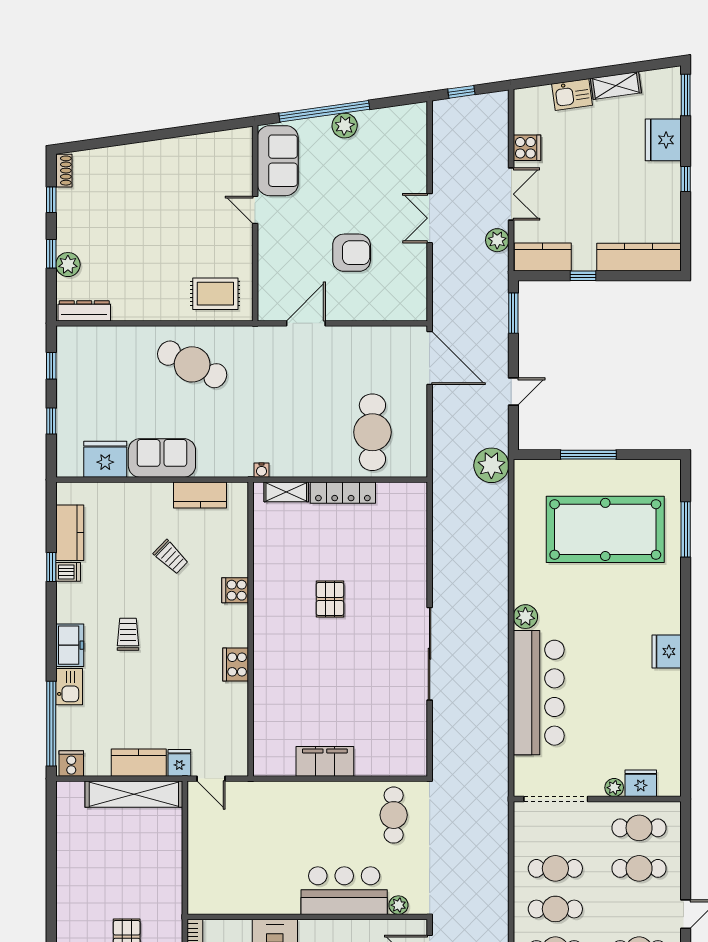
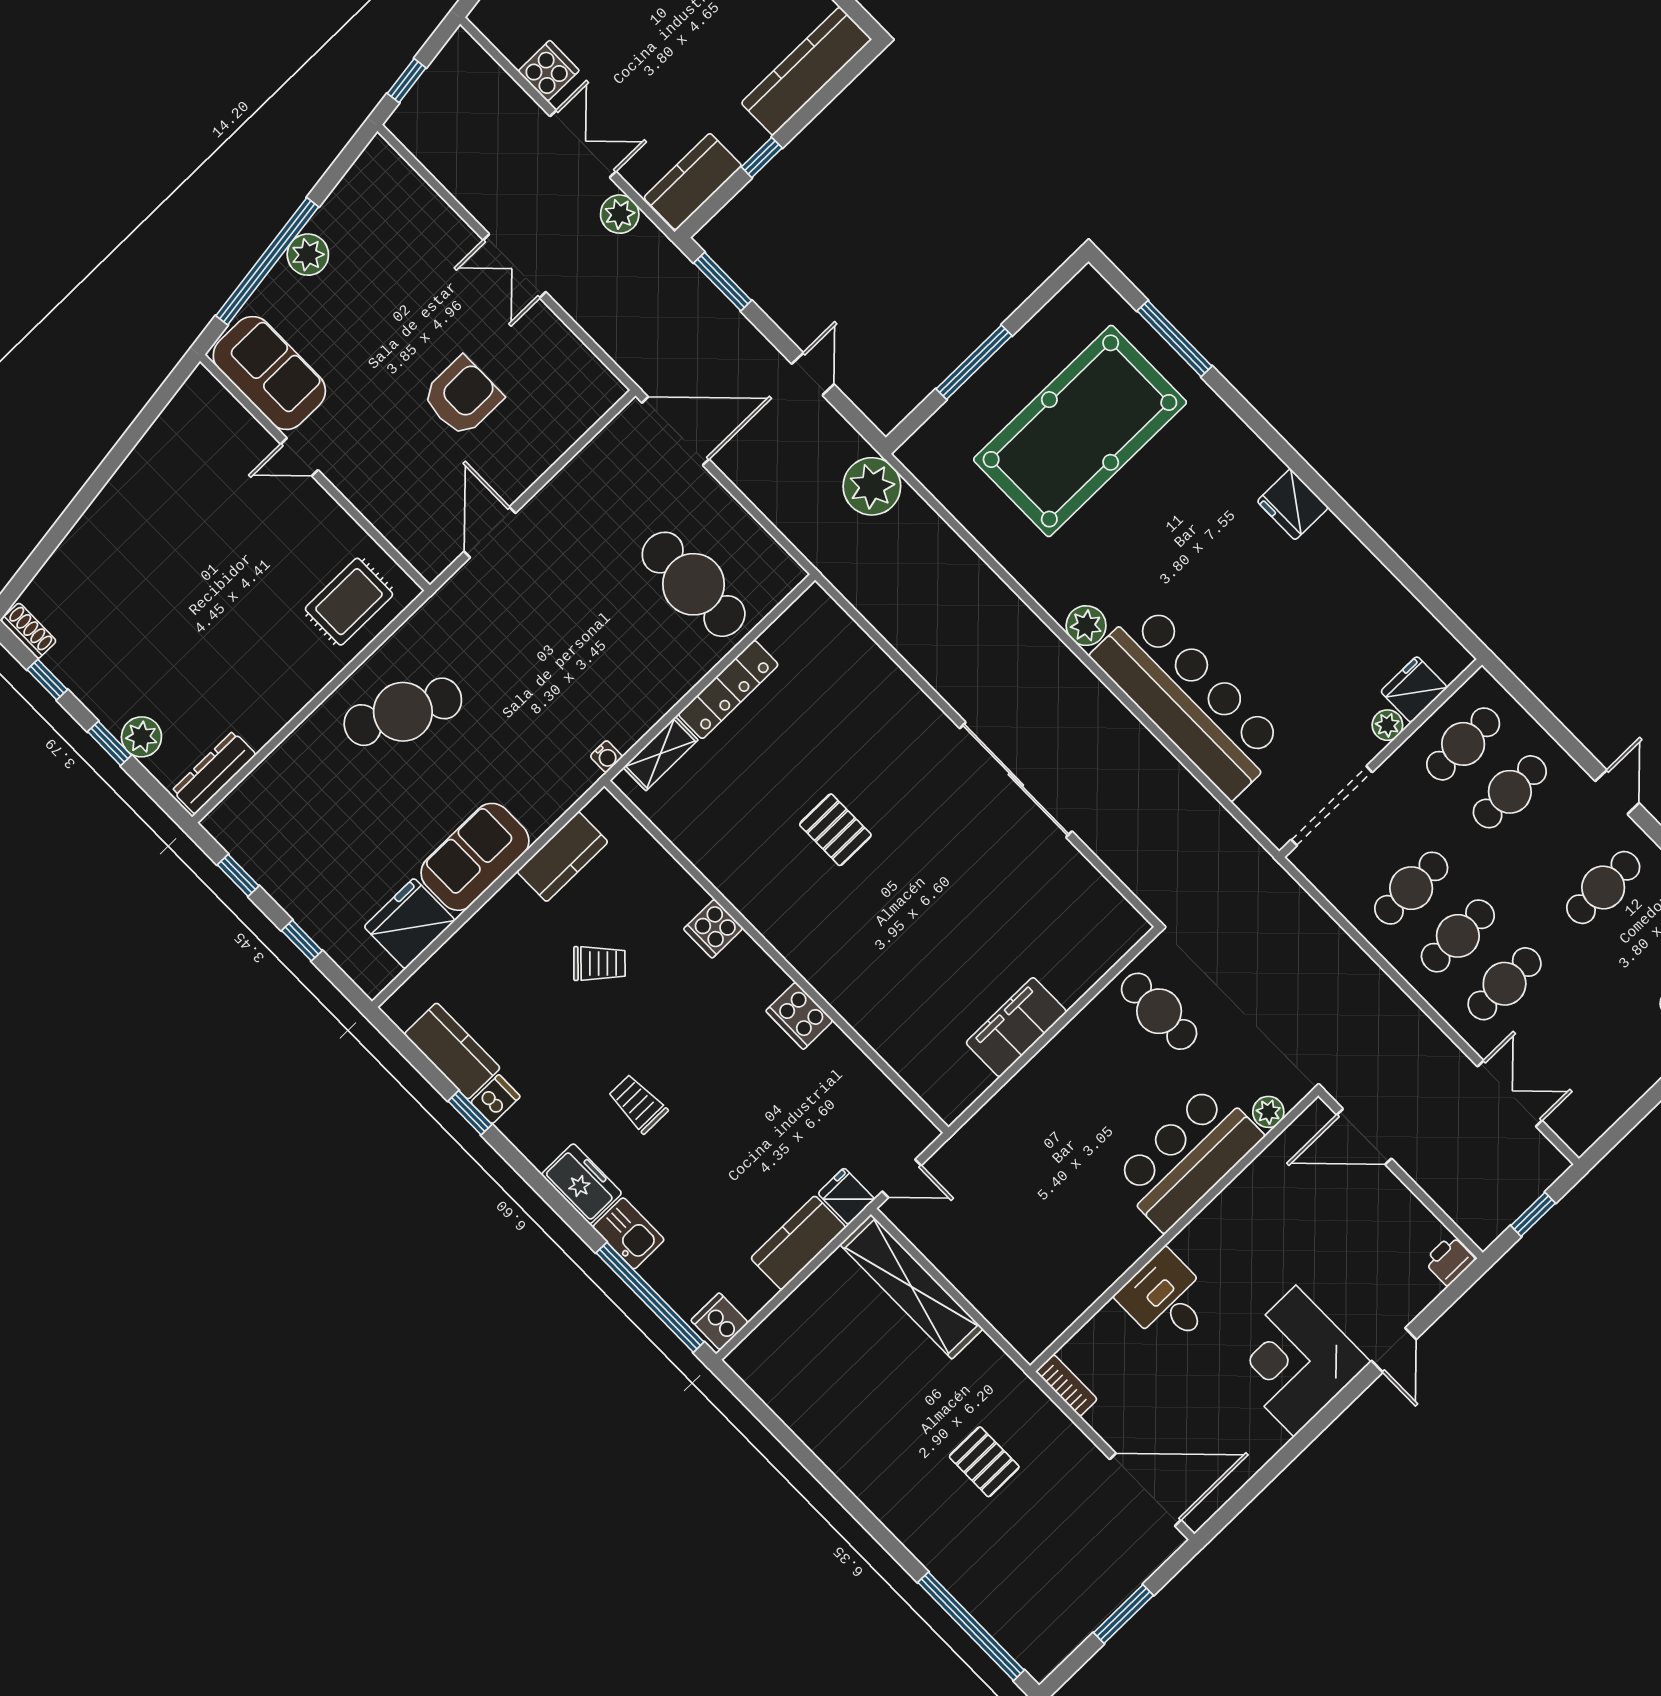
shelving: (134, 794) -> (911, 1287), moved, turned 90

